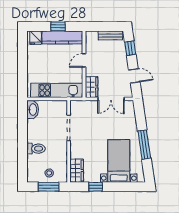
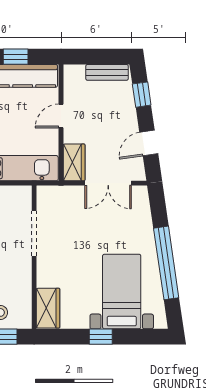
door: (134, 76) -> (149, 143), swing flipped
window: (144, 145) -> (166, 263), width x1.46
window: (96, 187) -> (101, 337), moved

